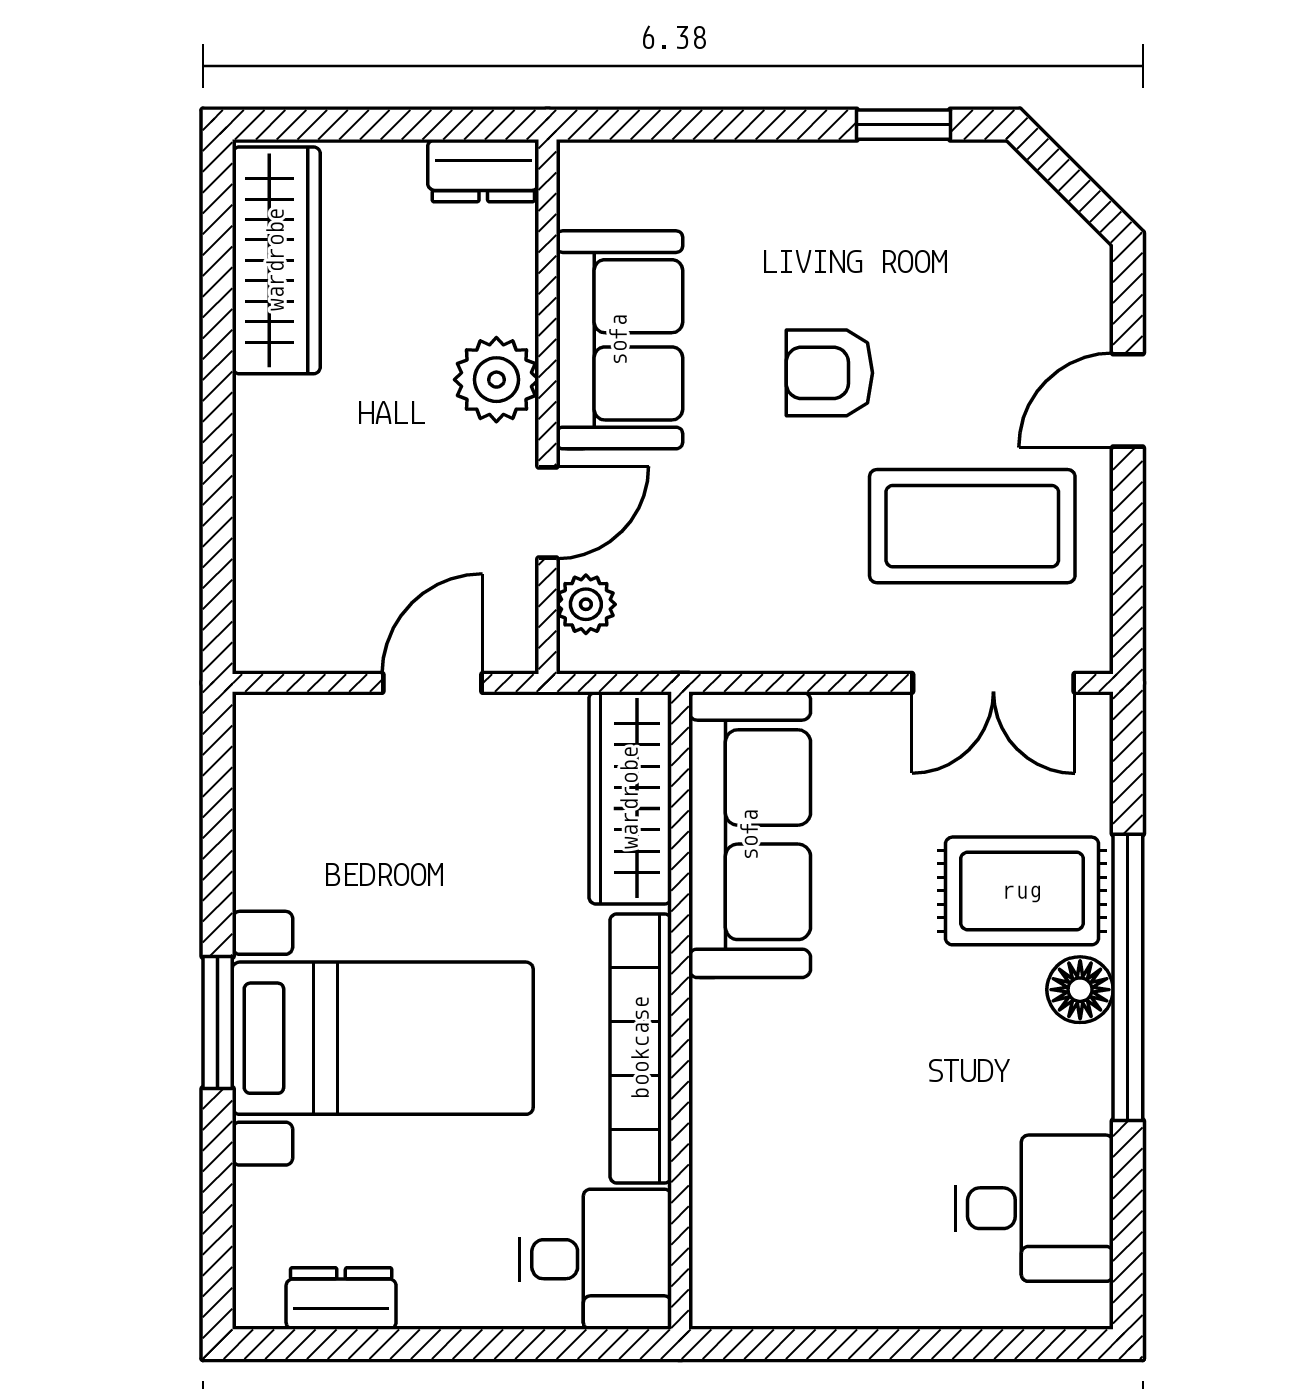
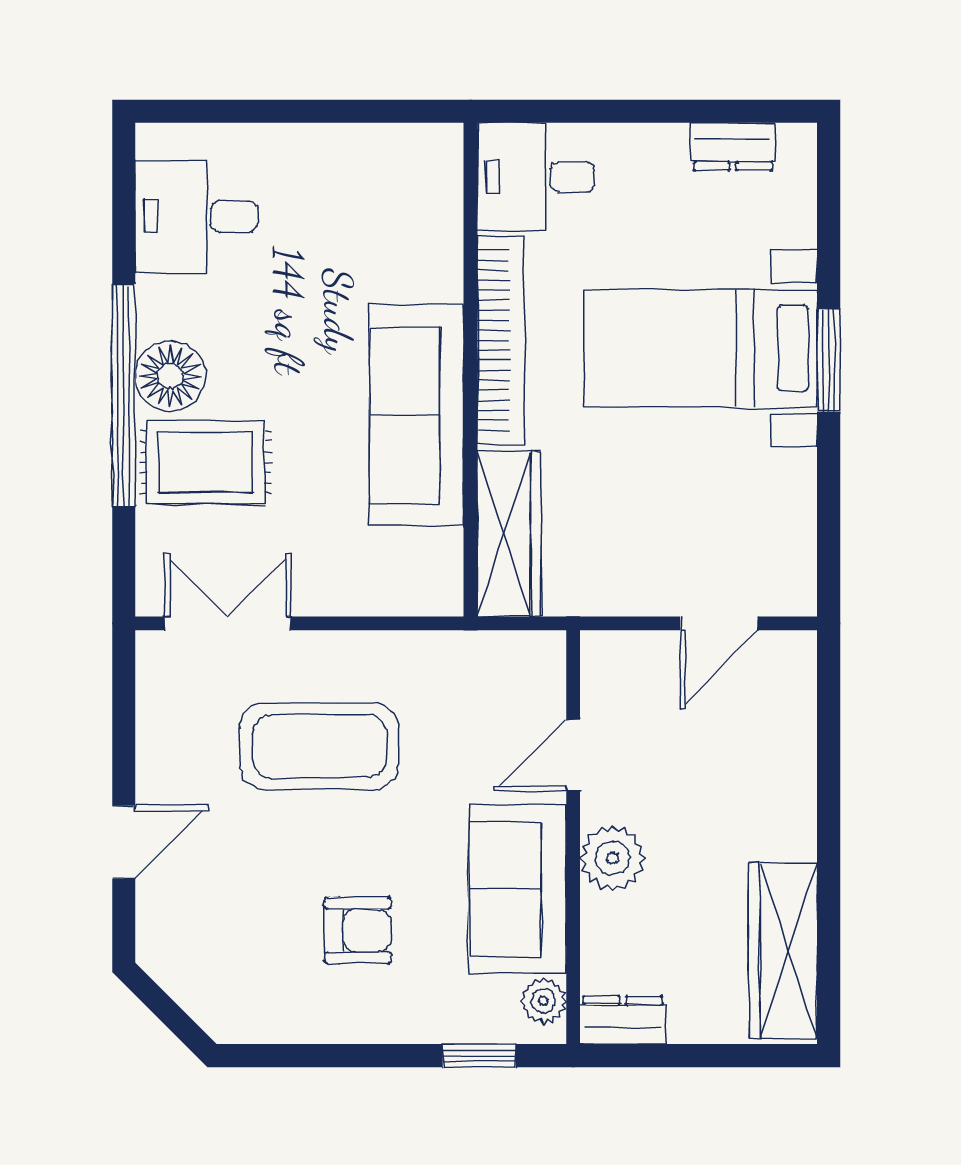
window: (903, 125) -> (479, 1056), moved
armchair: (829, 373) -> (358, 930), moved
coffee table: (972, 526) -> (319, 746), moved
plant: (586, 604) -> (543, 1001), moved
door: (432, 683) -> (719, 623), moved
sofa: (750, 835) -> (417, 415), moved
floor lamp: (1080, 990) -> (170, 376), width x1.38, depth x1.38

